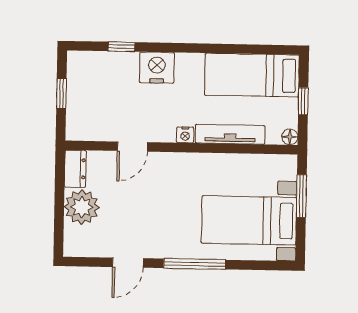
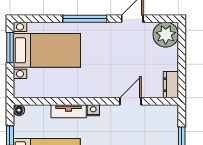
tv unit: (230, 134) -> (69, 111), width x0.71
window: (301, 196) -> (10, 48), moved
plant: (82, 207) -> (166, 35), moved

